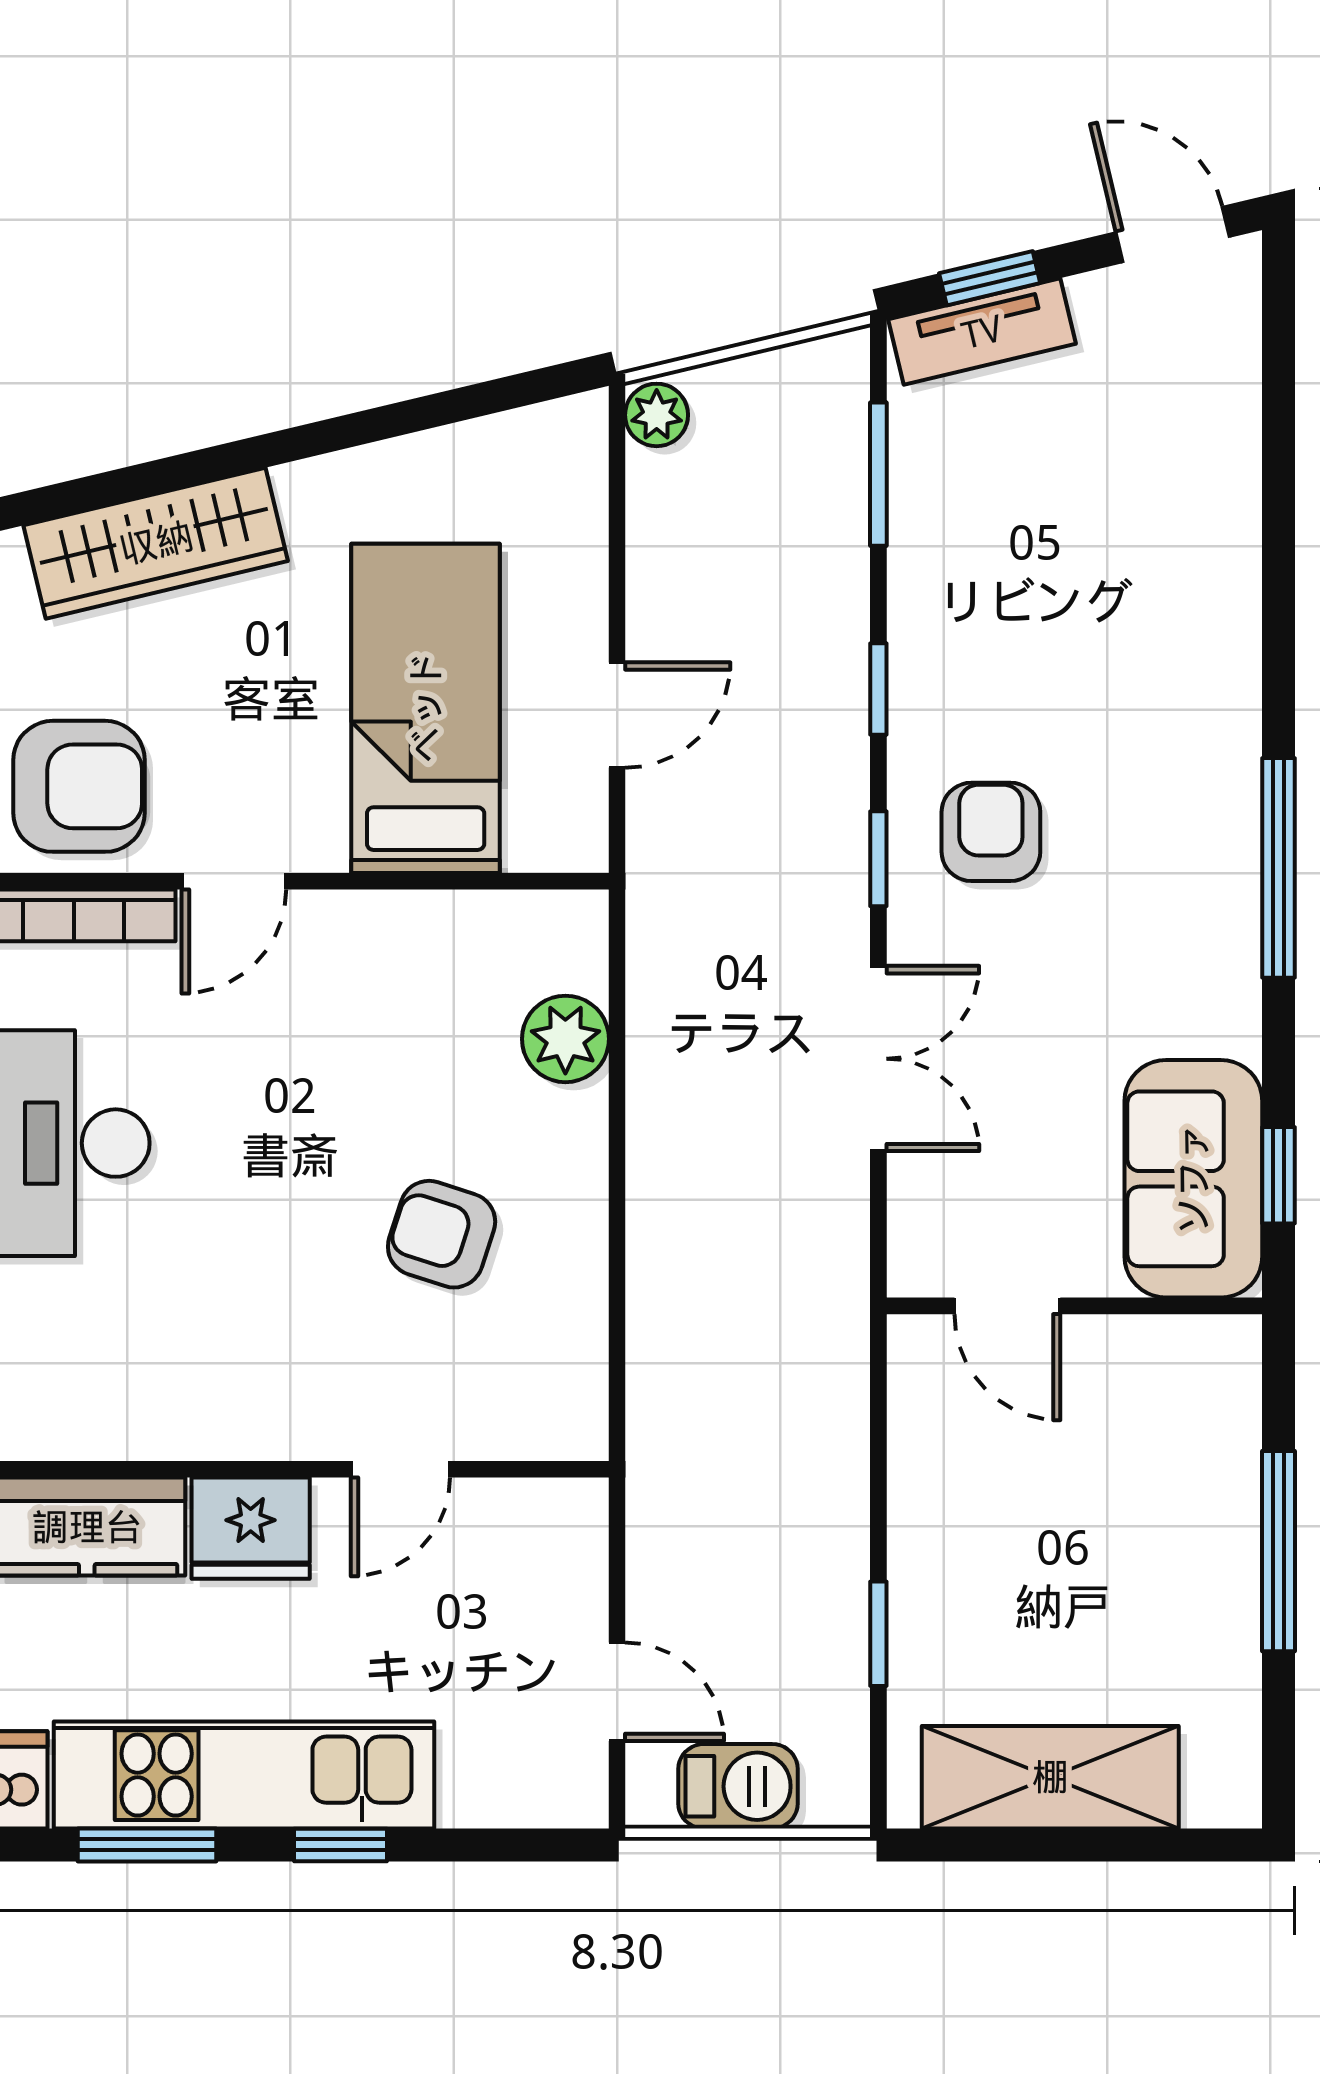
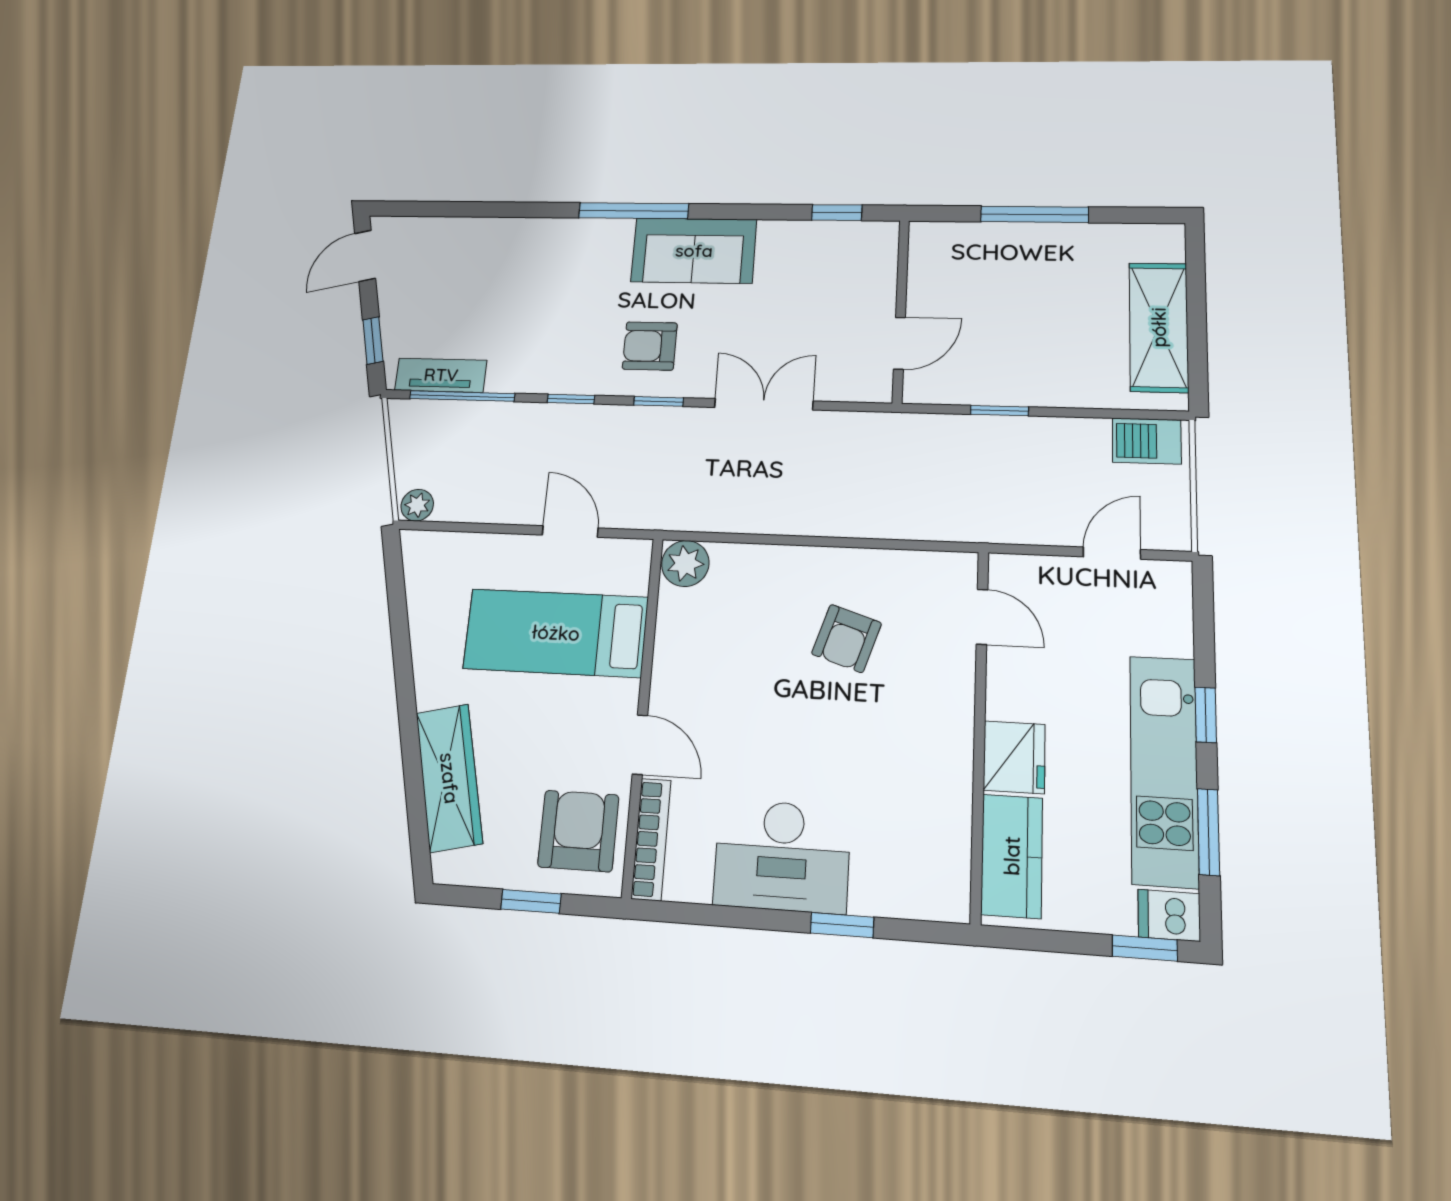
tv unit: (982, 332) -> (441, 375), moved, turned -77
window: (878, 474) -> (462, 396), width x1.44
window: (1279, 868) -> (634, 211), moved
plant: (565, 1039) -> (685, 563), moved
sofa: (1193, 1179) -> (694, 251), moved
door: (400, 1469) -> (982, 617), moved
window: (878, 1634) -> (999, 411), moved
barbecue: (738, 1786) -> (1147, 441), moved, turned -90

